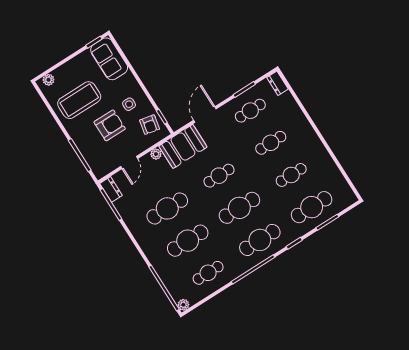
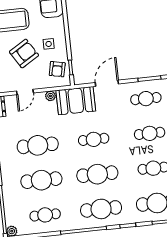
armchair: (110, 125) -> (24, 54), turned -32

